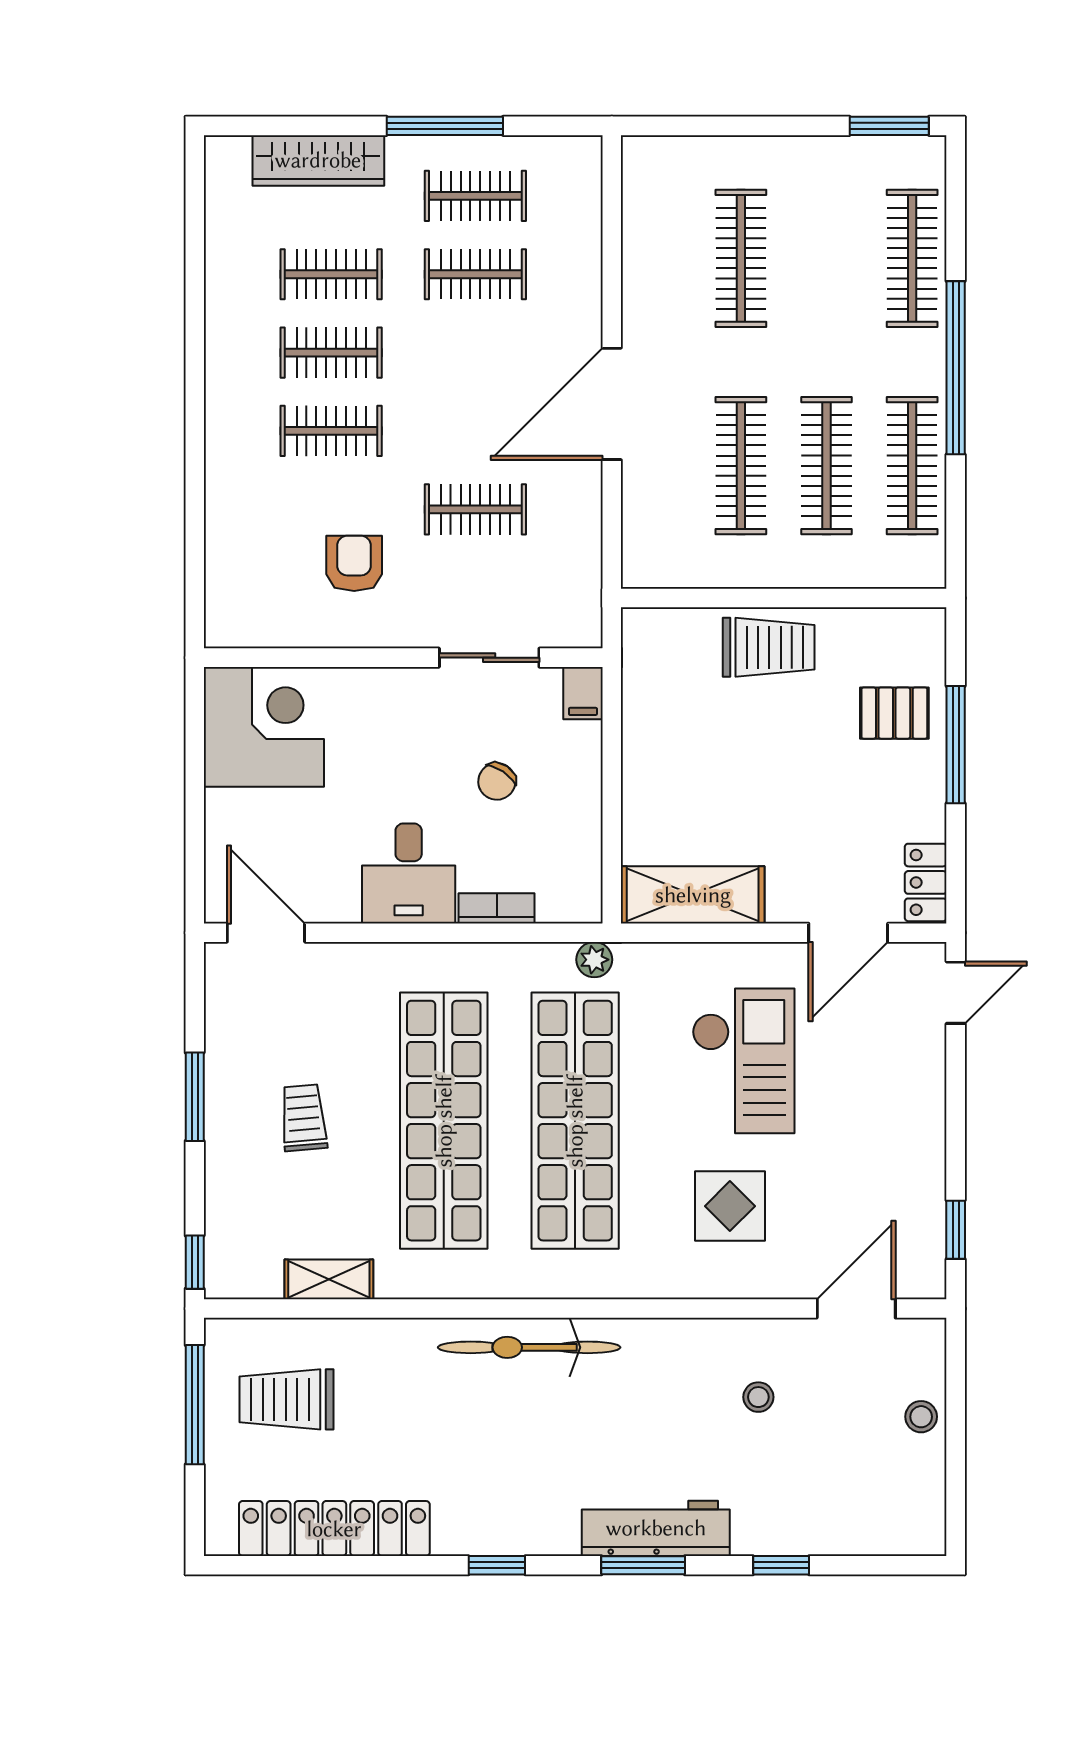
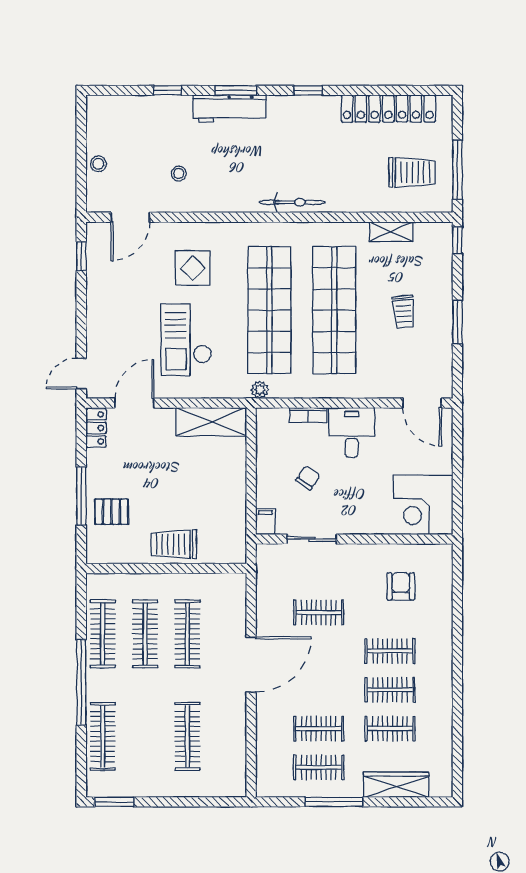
armchair: (354, 563) -> (401, 586), moved, turned 180
bicycle: (529, 1347) -> (292, 202), width x0.73, depth x0.71

